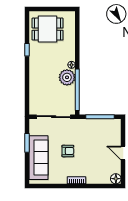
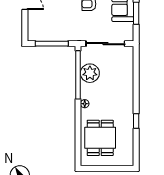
dining table: (48, 29) -> (100, 138), moved, turned 90
plant: (67, 77) -> (90, 73), moved

